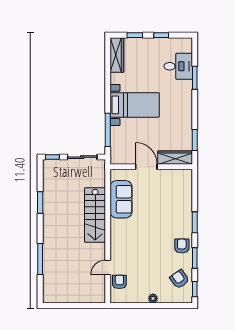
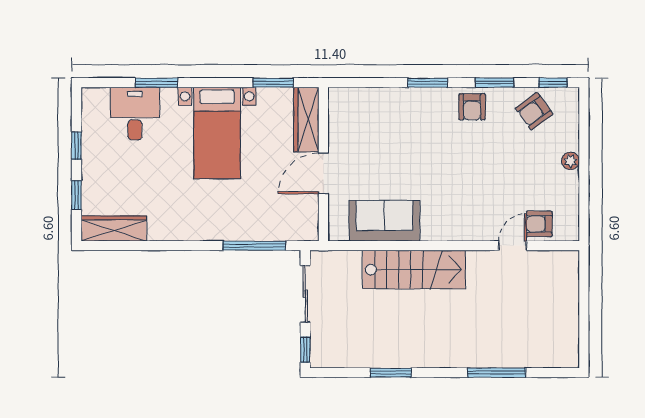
bed with nightstands: (135, 105) -> (217, 133), moved, turned 180
armchair: (182, 246) -> (472, 107), turned -90
door: (108, 268) -> (513, 246), swing flipped

